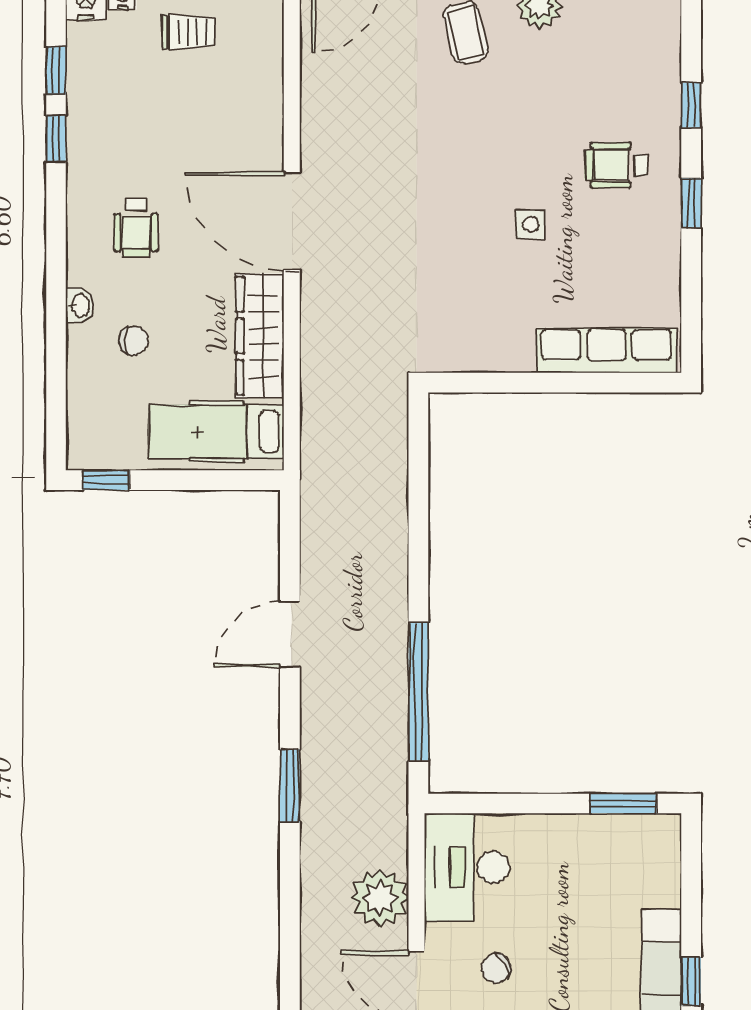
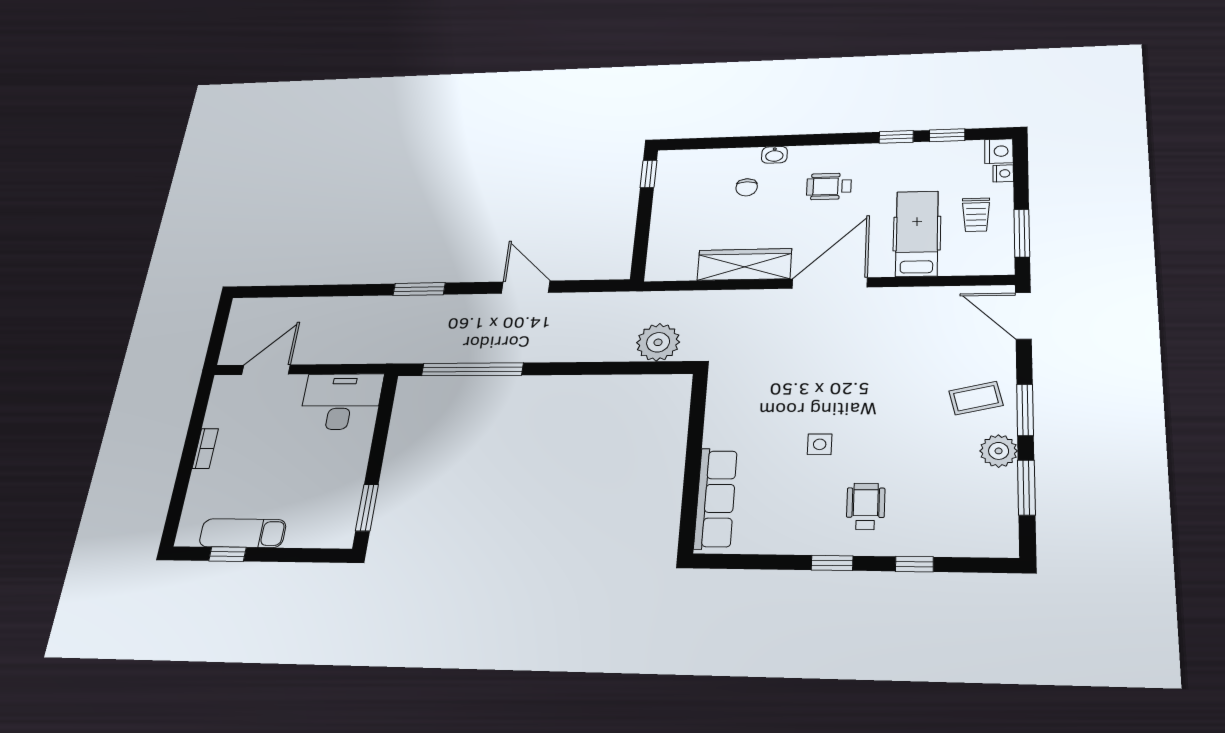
hospital bed: (216, 432) -> (917, 233), moved
plant: (380, 898) -> (658, 342), moved
chair: (496, 968) -> (266, 421), removed

